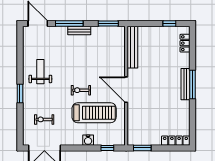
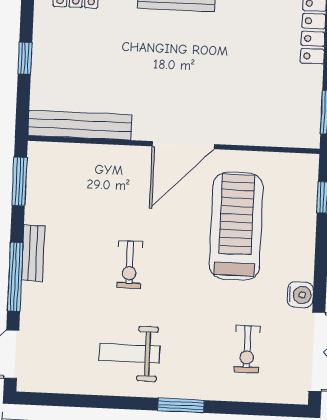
window: (169, 24) -> (25, 58), moved
exercise bike: (81, 90) -> (130, 265), moved
water cooler: (88, 140) -> (300, 295), moved

